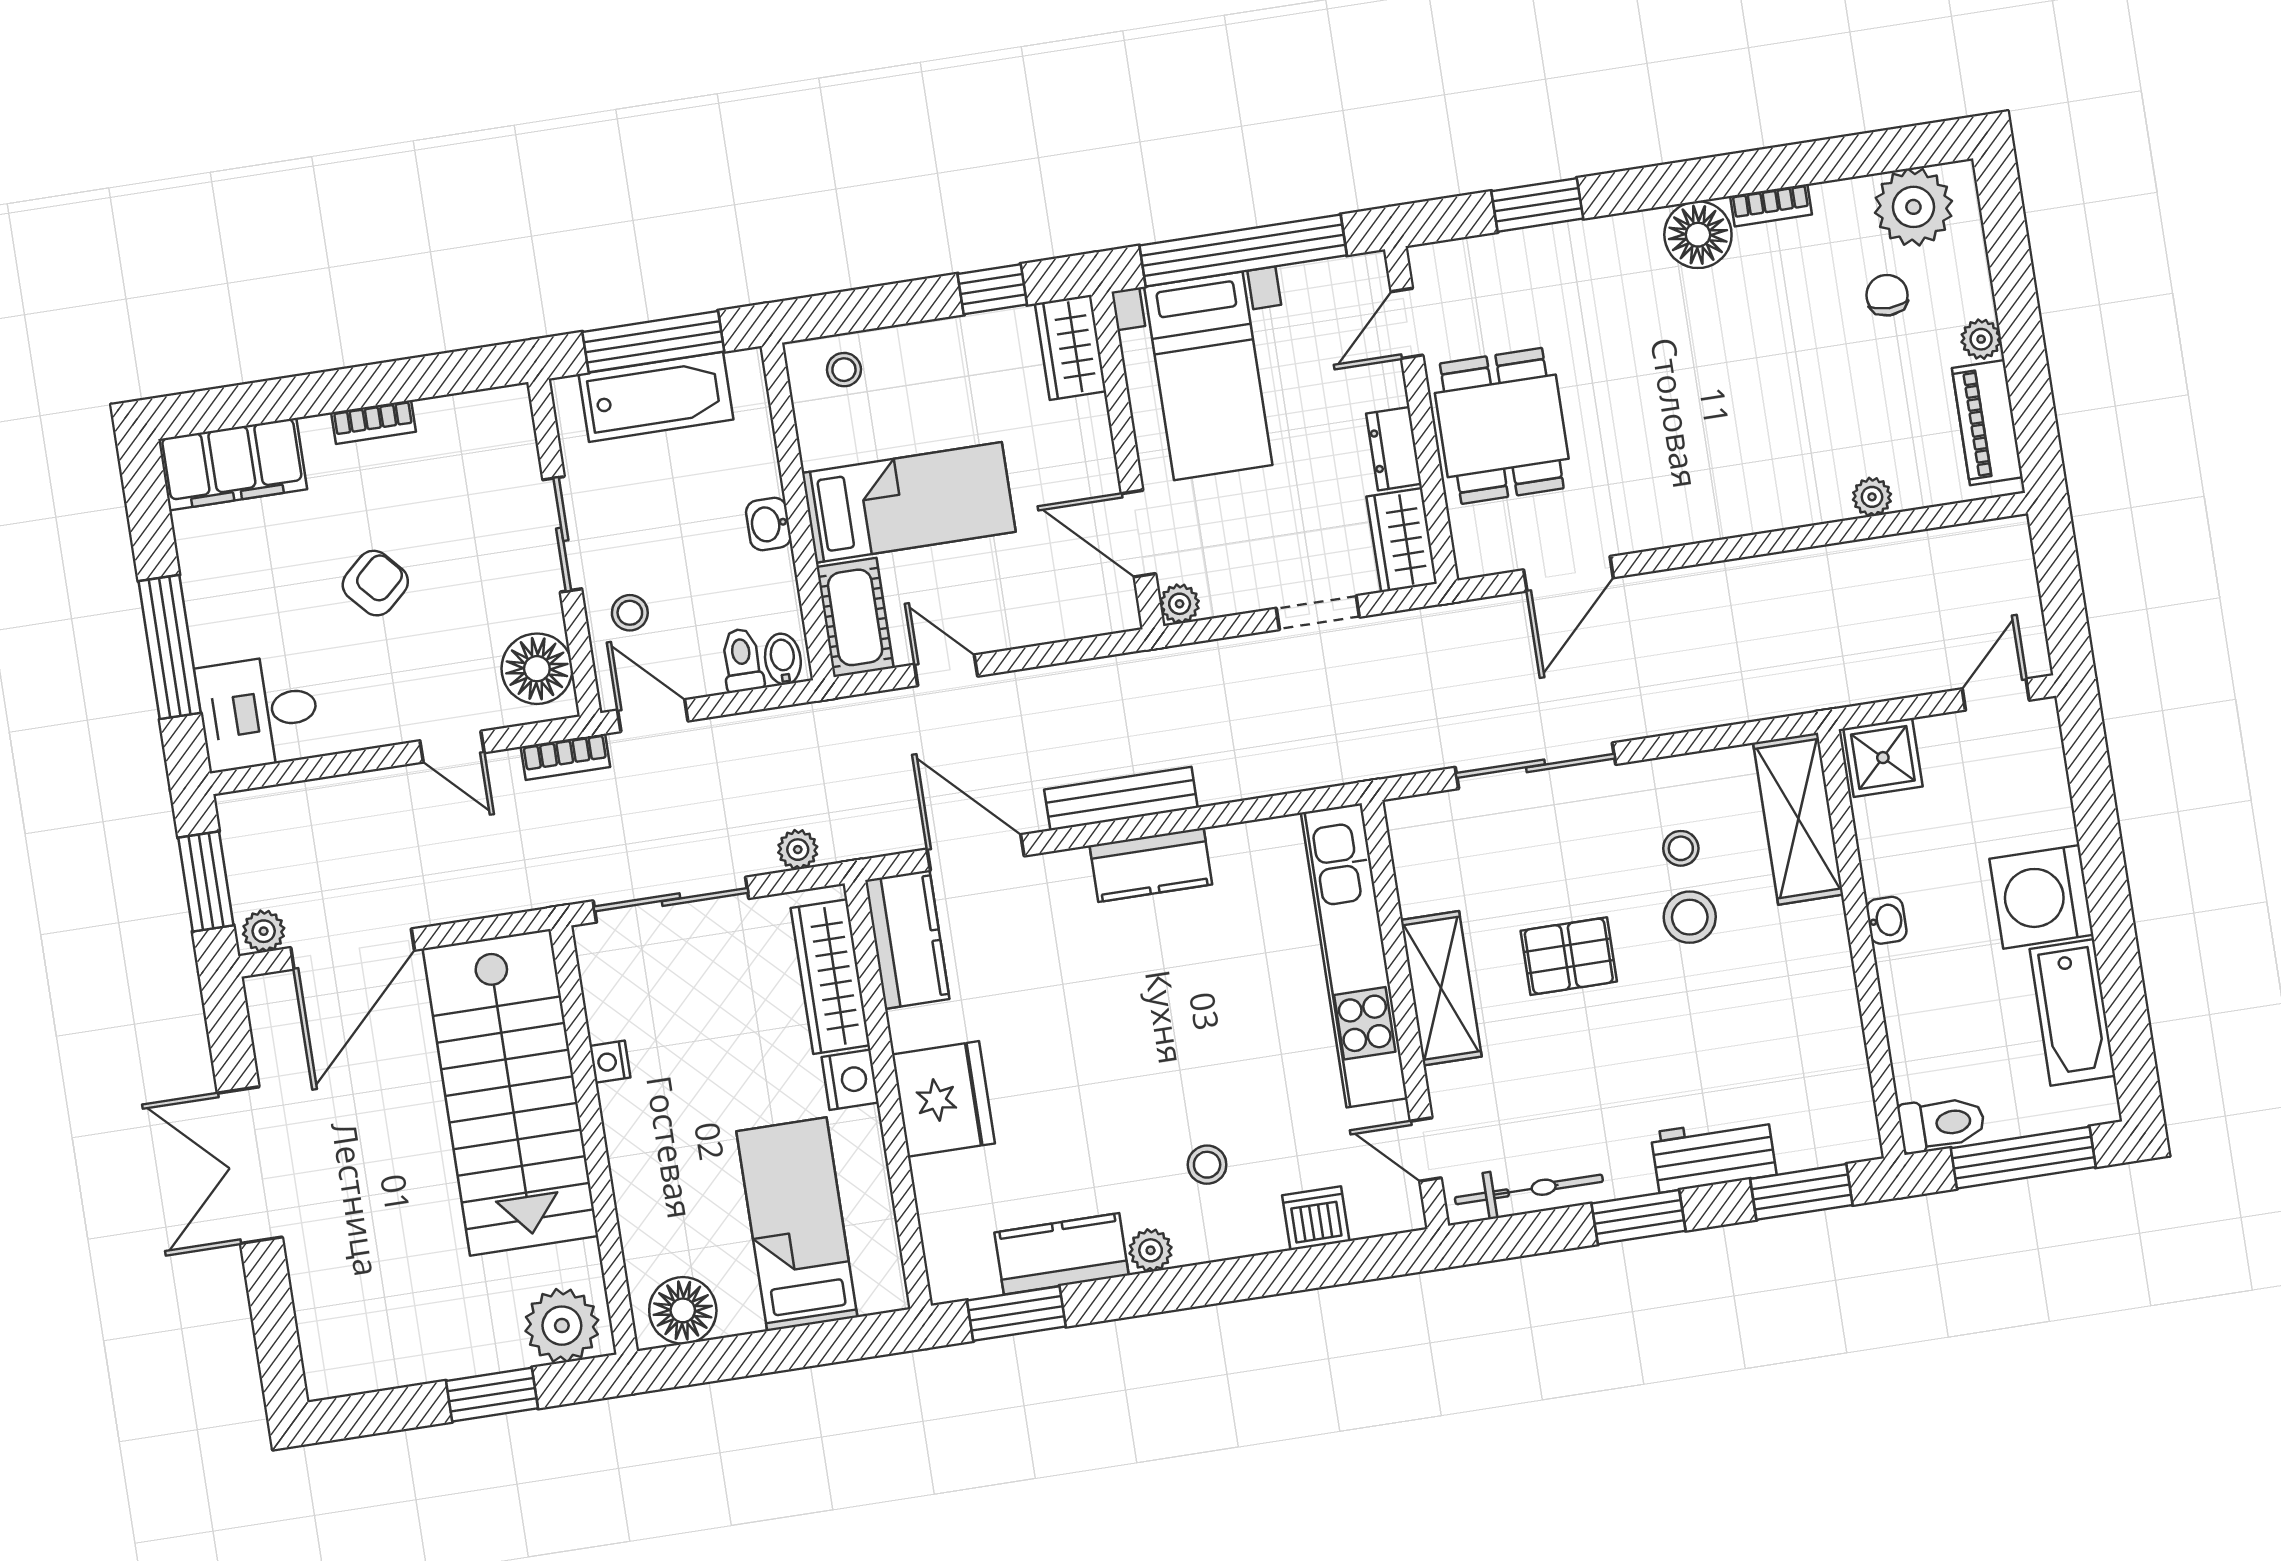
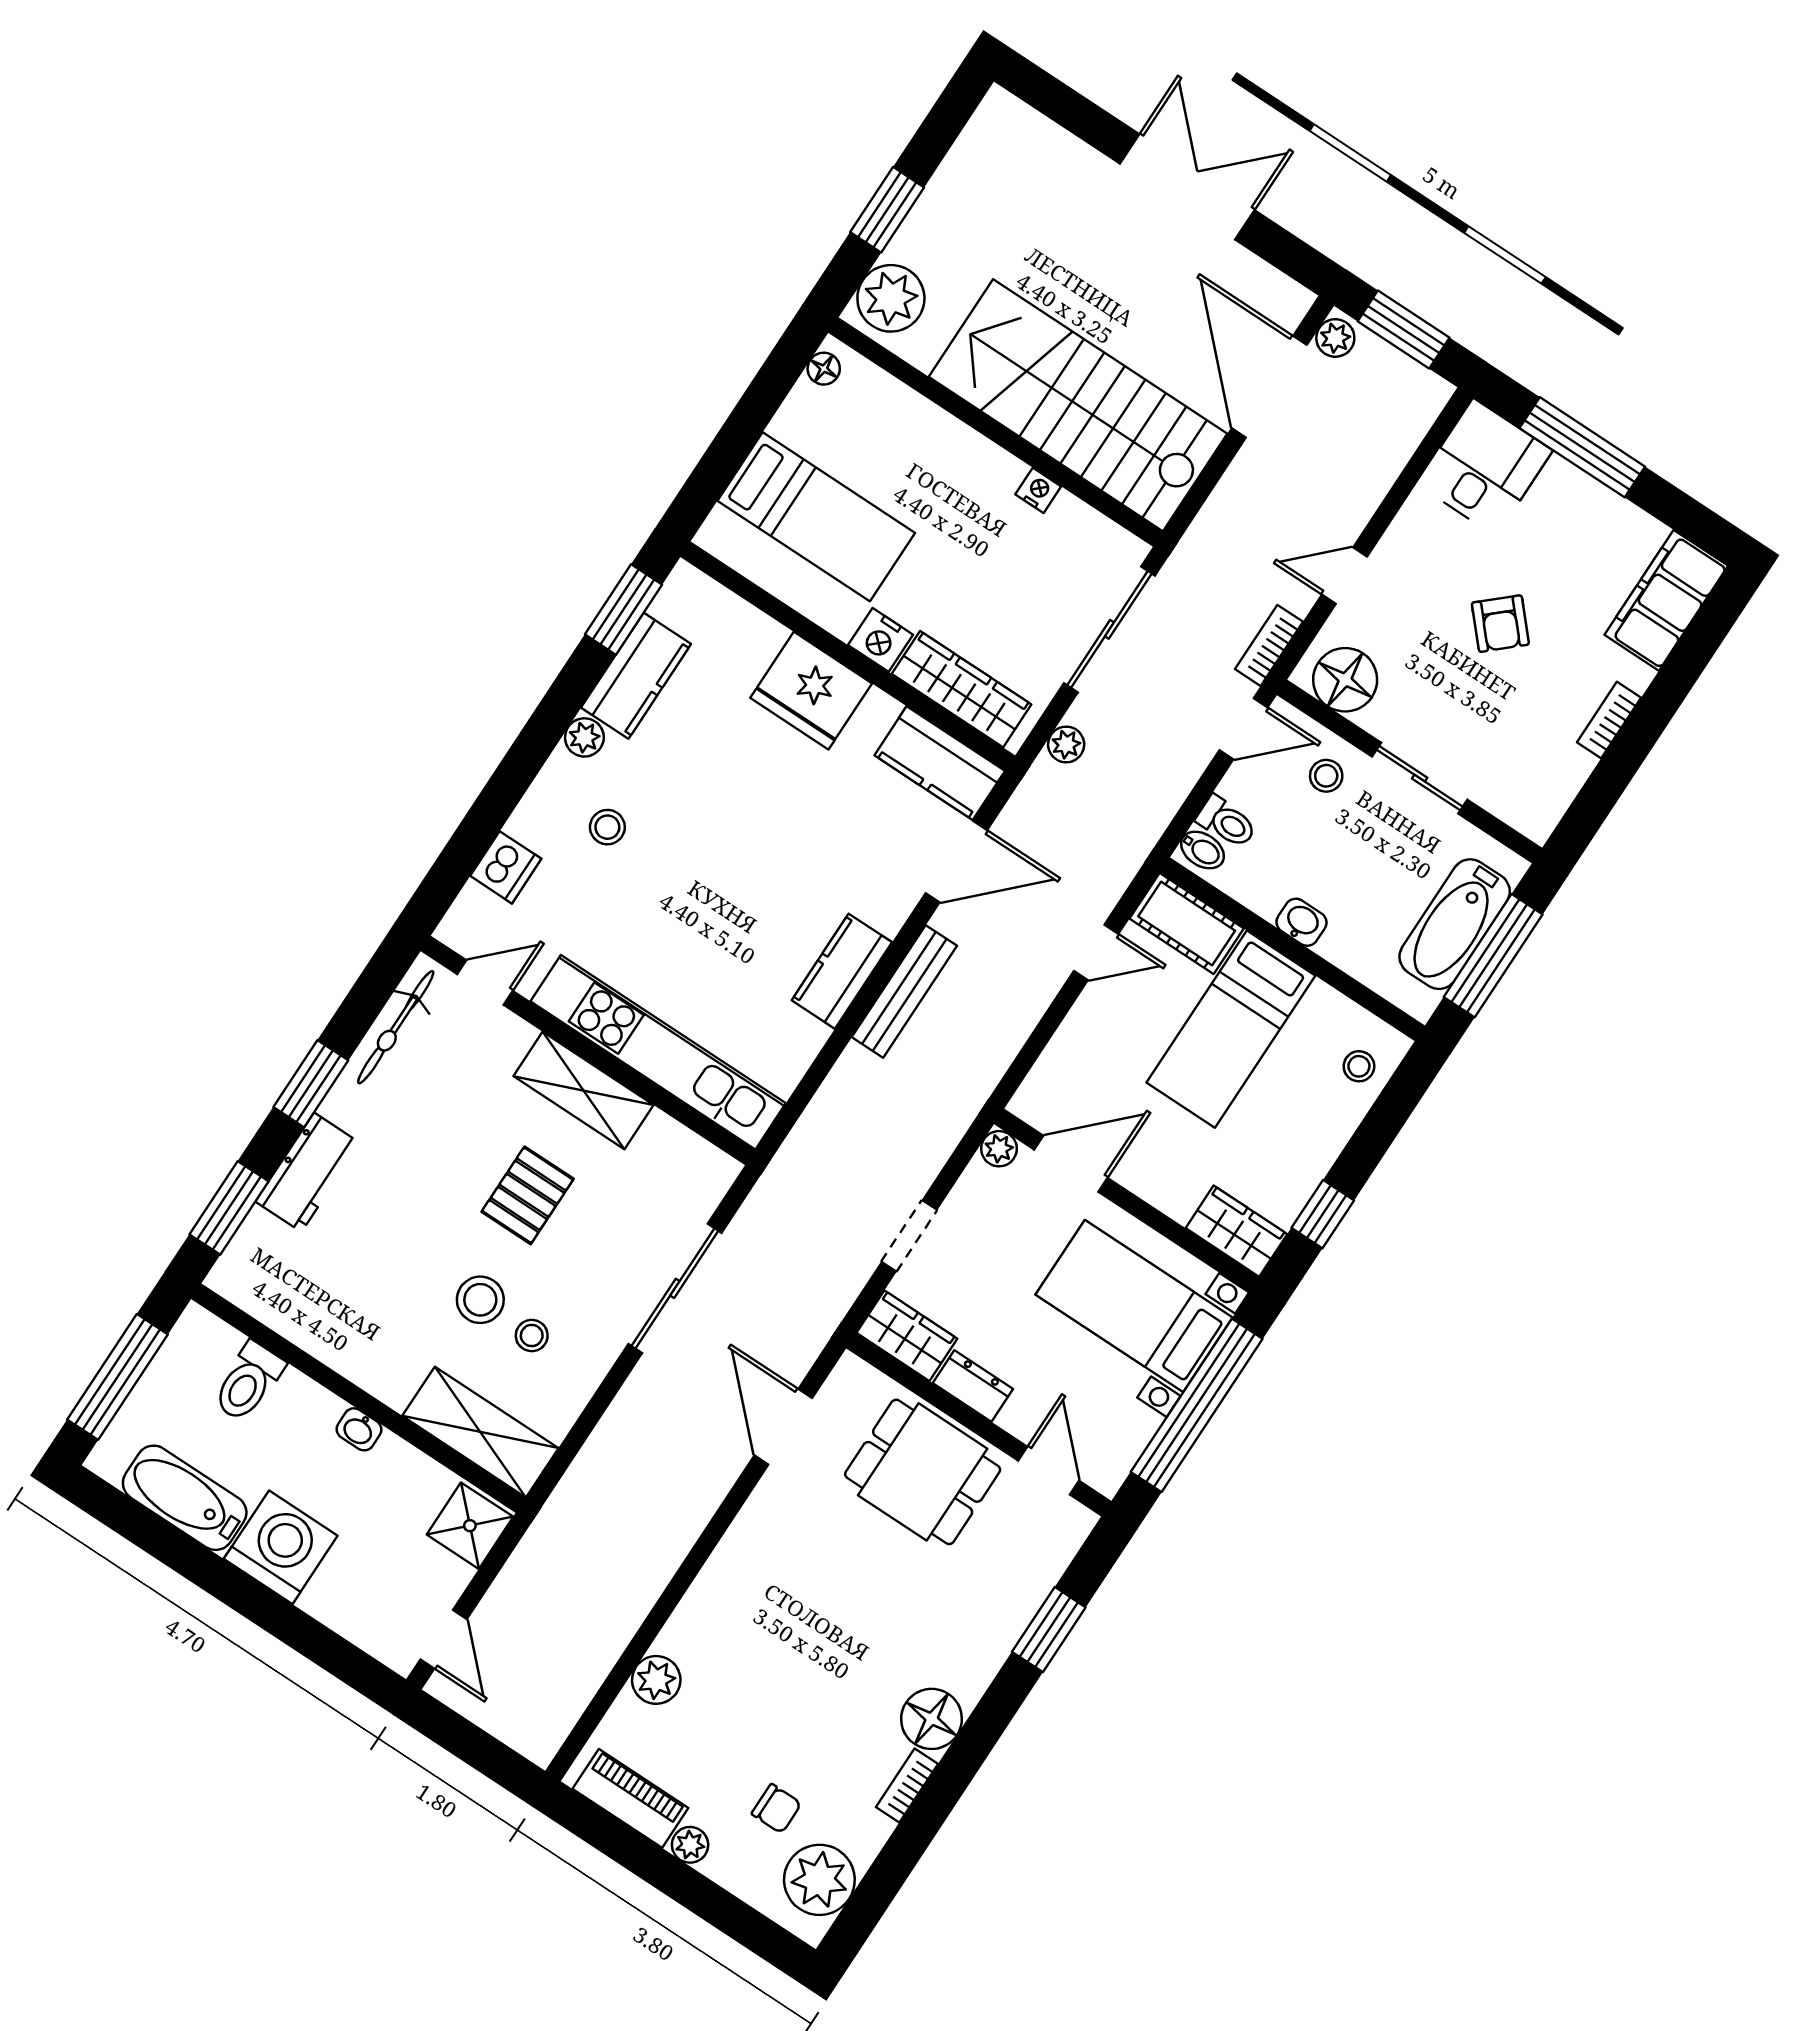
plant: (1872, 497) -> (656, 1680), width x1.38, depth x1.38
toilet: (1942, 1124) -> (248, 1382), moved
floor lamp: (683, 1310) -> (824, 369), width x0.53, depth x0.53

